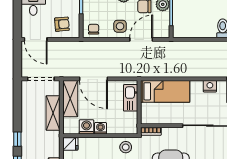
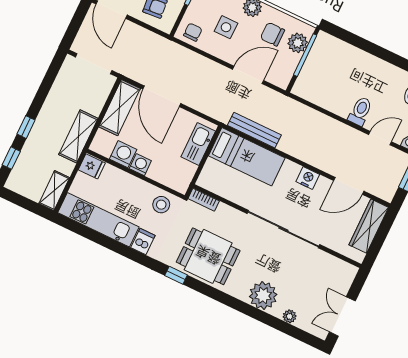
side table: (120, 26) -> (226, 27), moved
bench: (162, 72) -> (254, 130), added
shelving: (53, 113) -> (78, 136), moved

